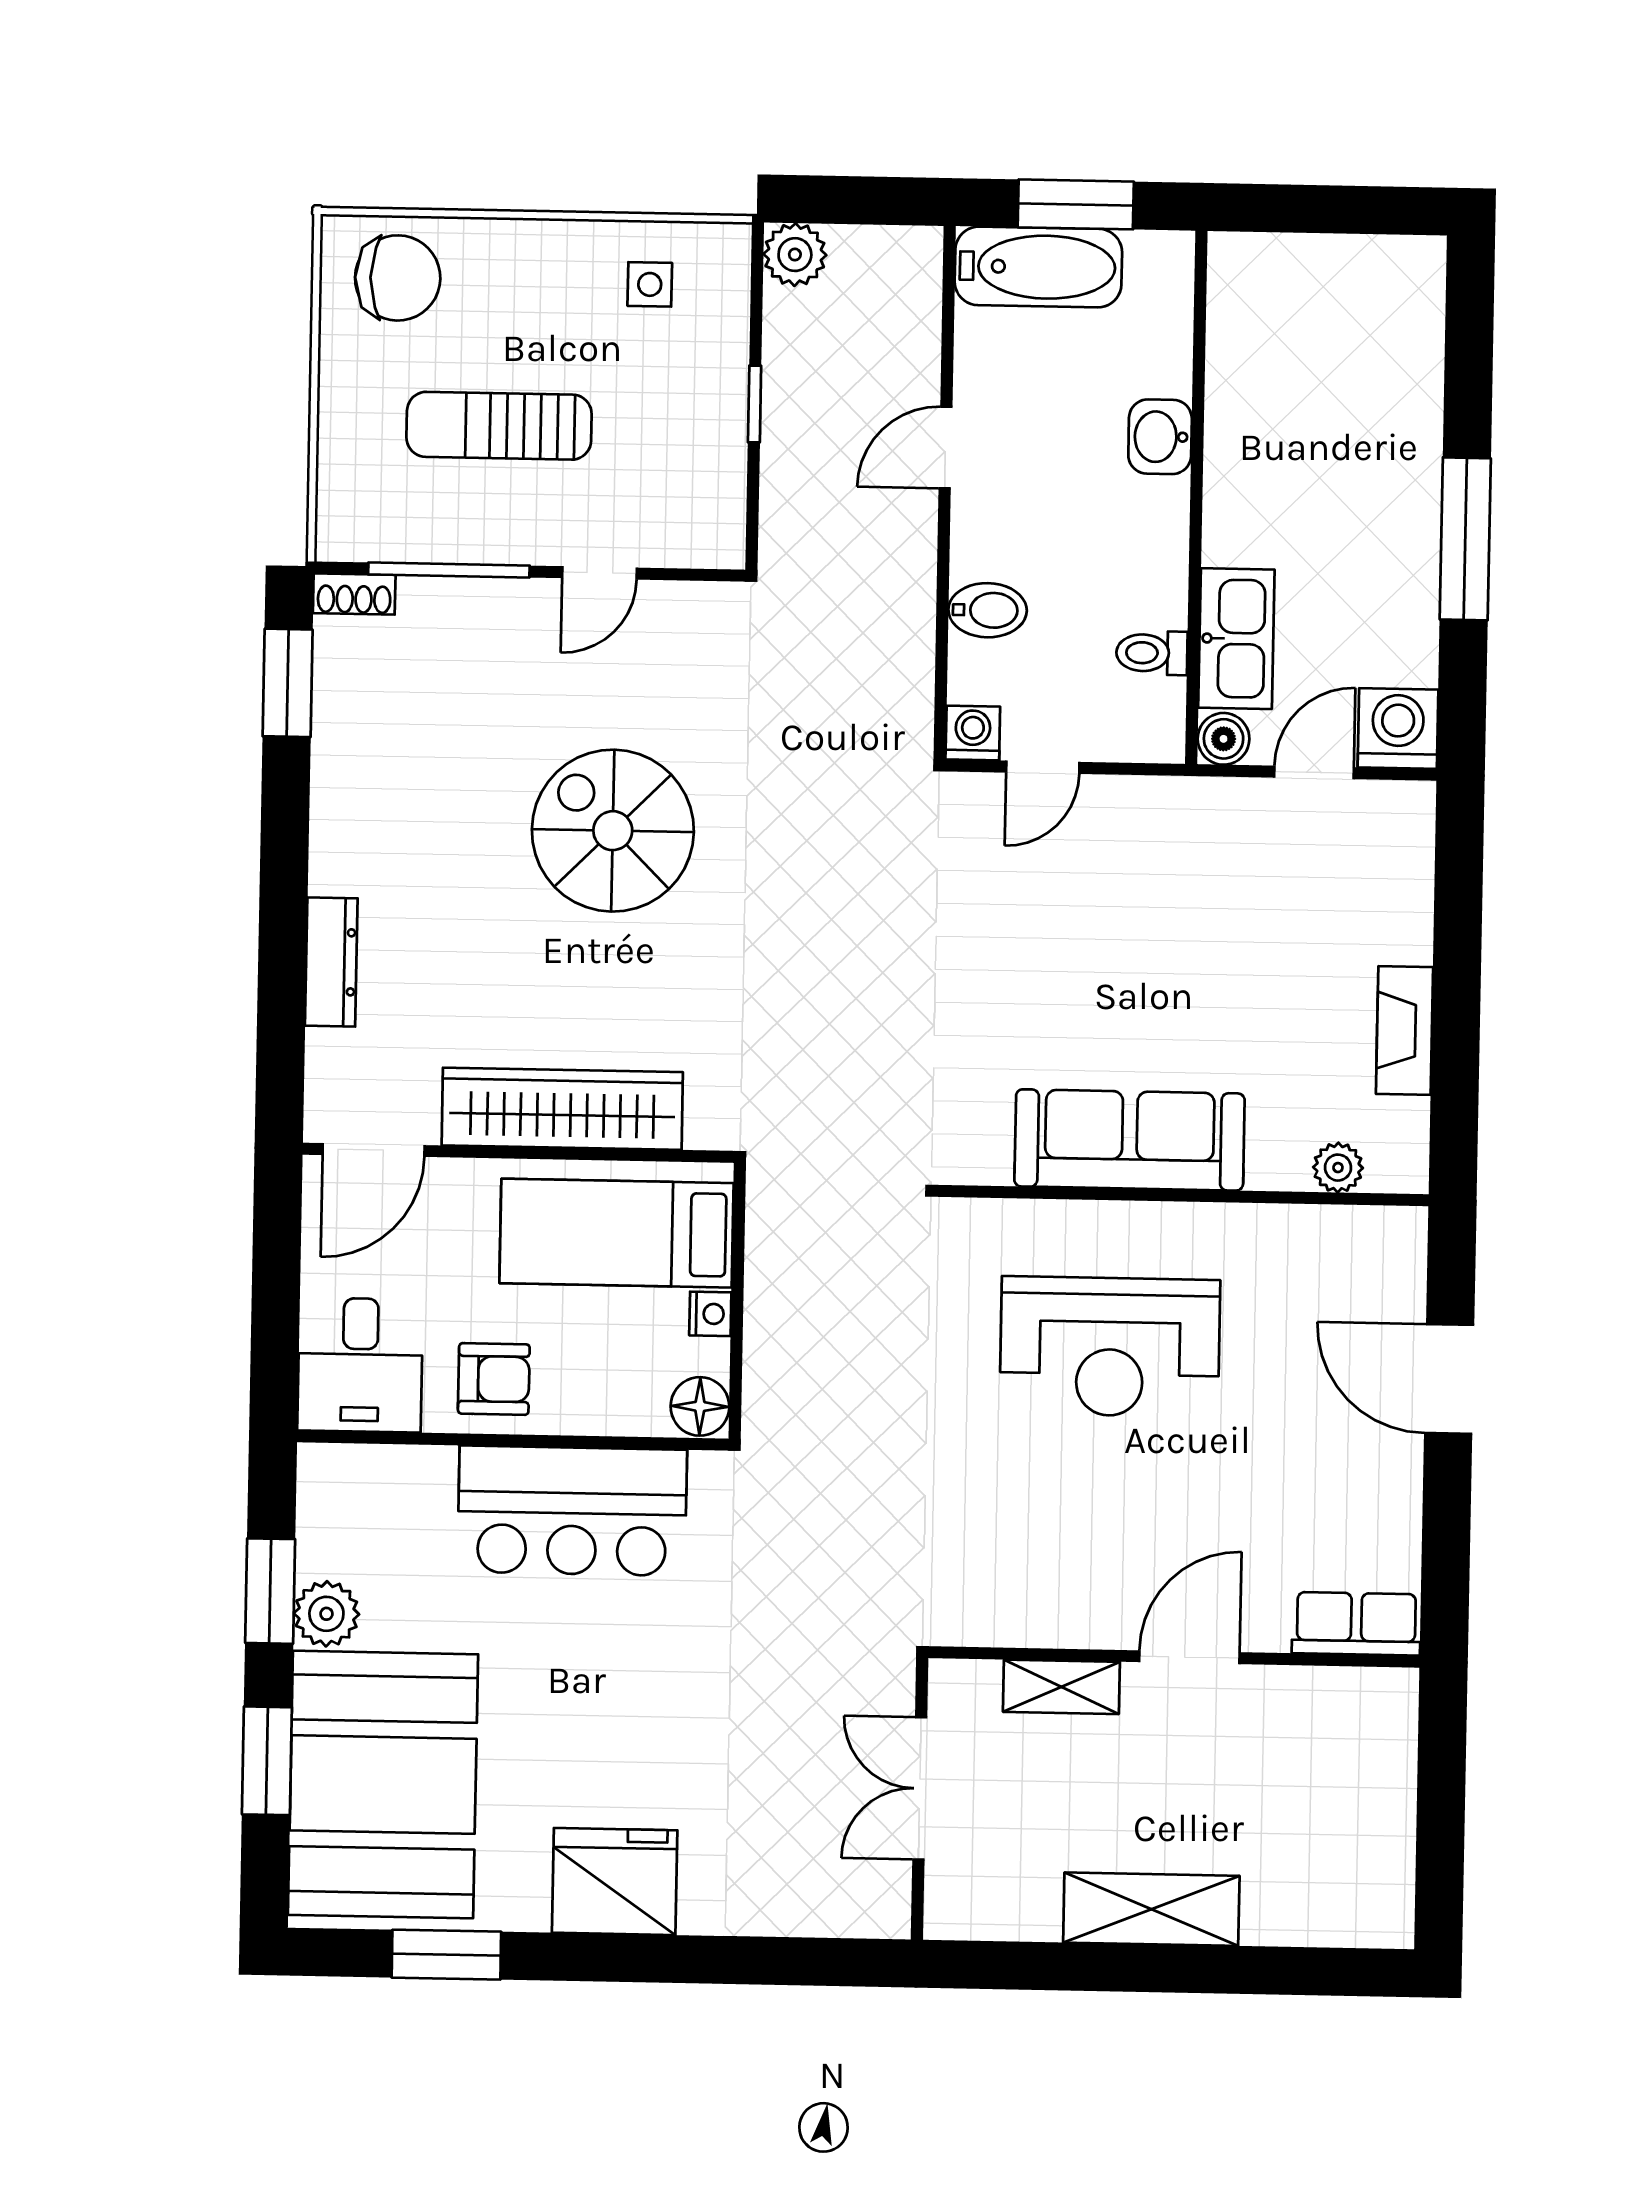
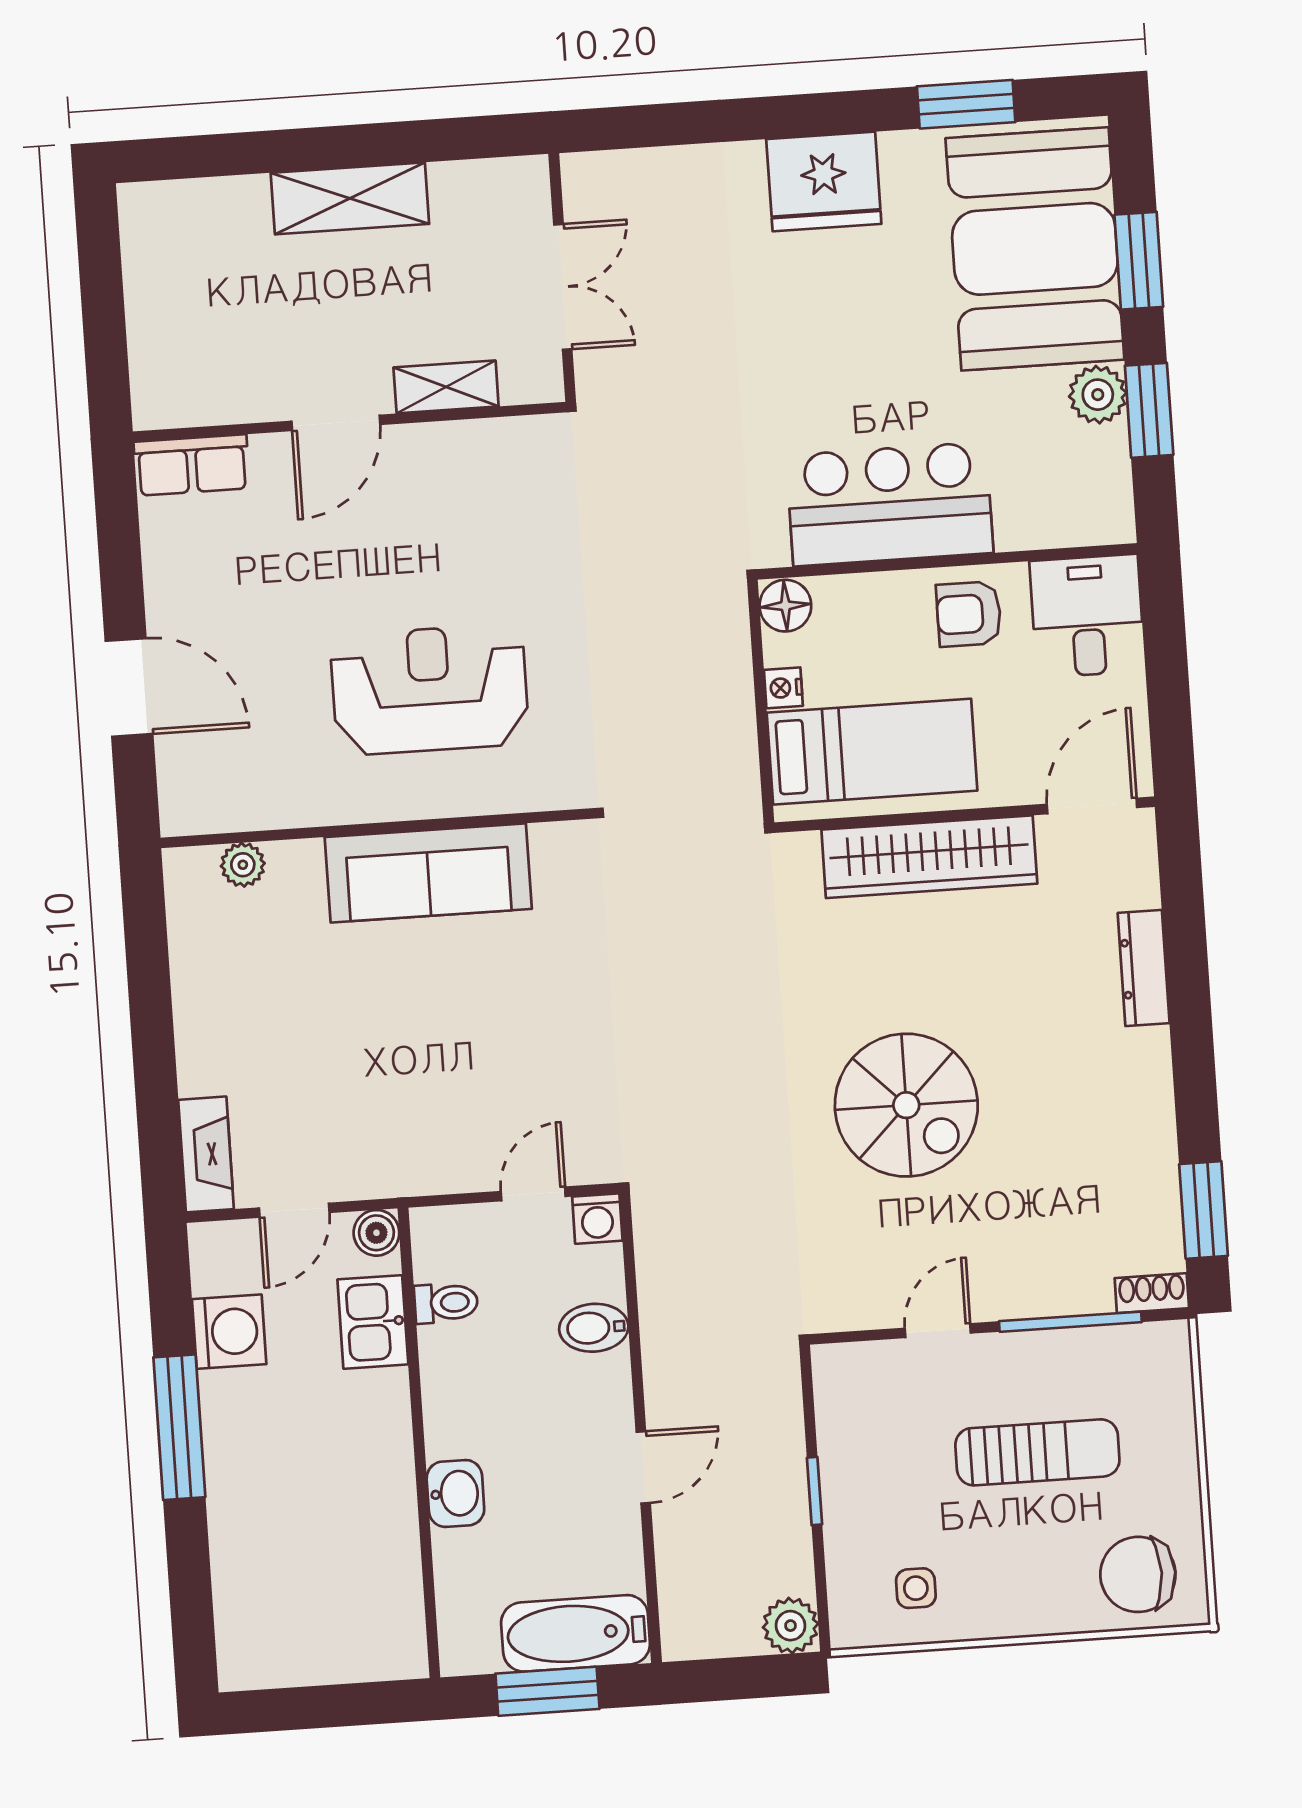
kitchen sink: (1236, 639) -> (373, 1322), width x0.73
washing machine: (1398, 728) -> (229, 1332), moved, turned -90
fireplace: (1405, 1031) -> (206, 1154), moved

